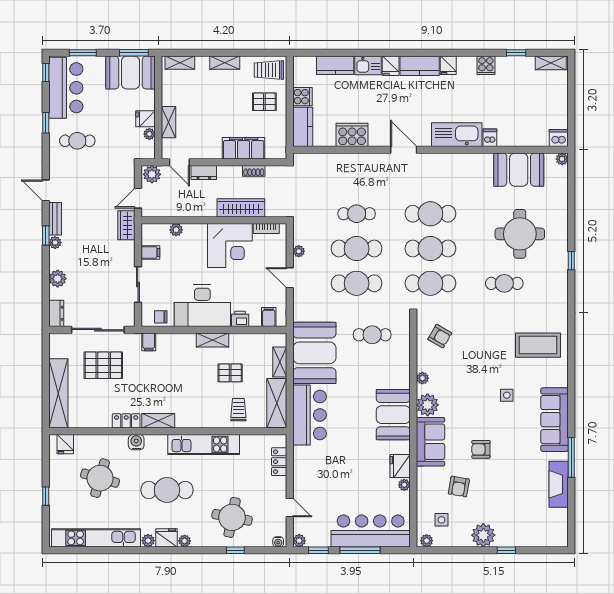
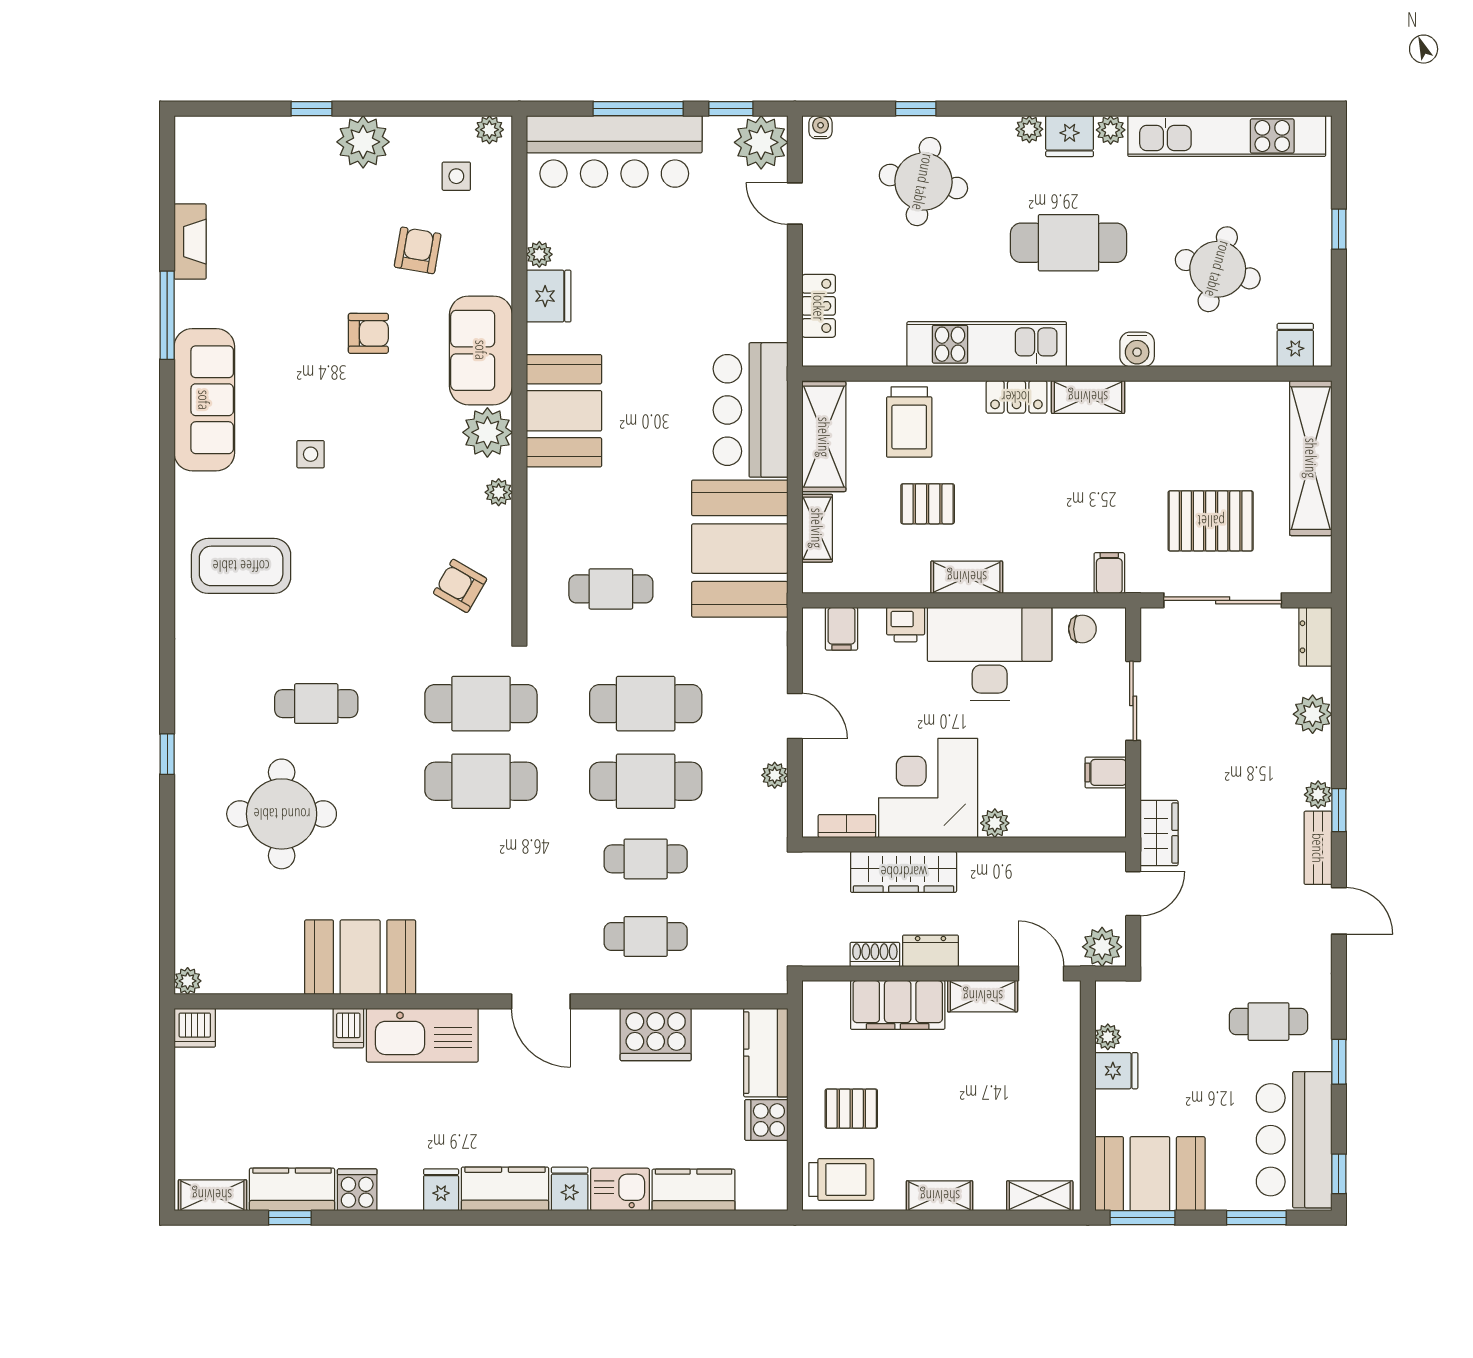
kitchen counter: (515, 66) -> (292, 1189), added
shelving: (169, 122) -> (983, 996), moved, turned 90
booth: (519, 170) -> (360, 957), moved
dresser: (204, 172) -> (930, 951), moved
cafe table: (430, 214) -> (646, 937), moved, width x0.73, depth x0.74
plant: (176, 230) -> (995, 823), moved
trolley: (238, 410) -> (909, 422), width x1.36, depth x1.39
locker: (126, 421) -> (1016, 397), moved
fireplace: (559, 484) -> (190, 242), width x0.73, depth x0.76
plant: (299, 541) -> (761, 142), width x1.87, depth x1.87

